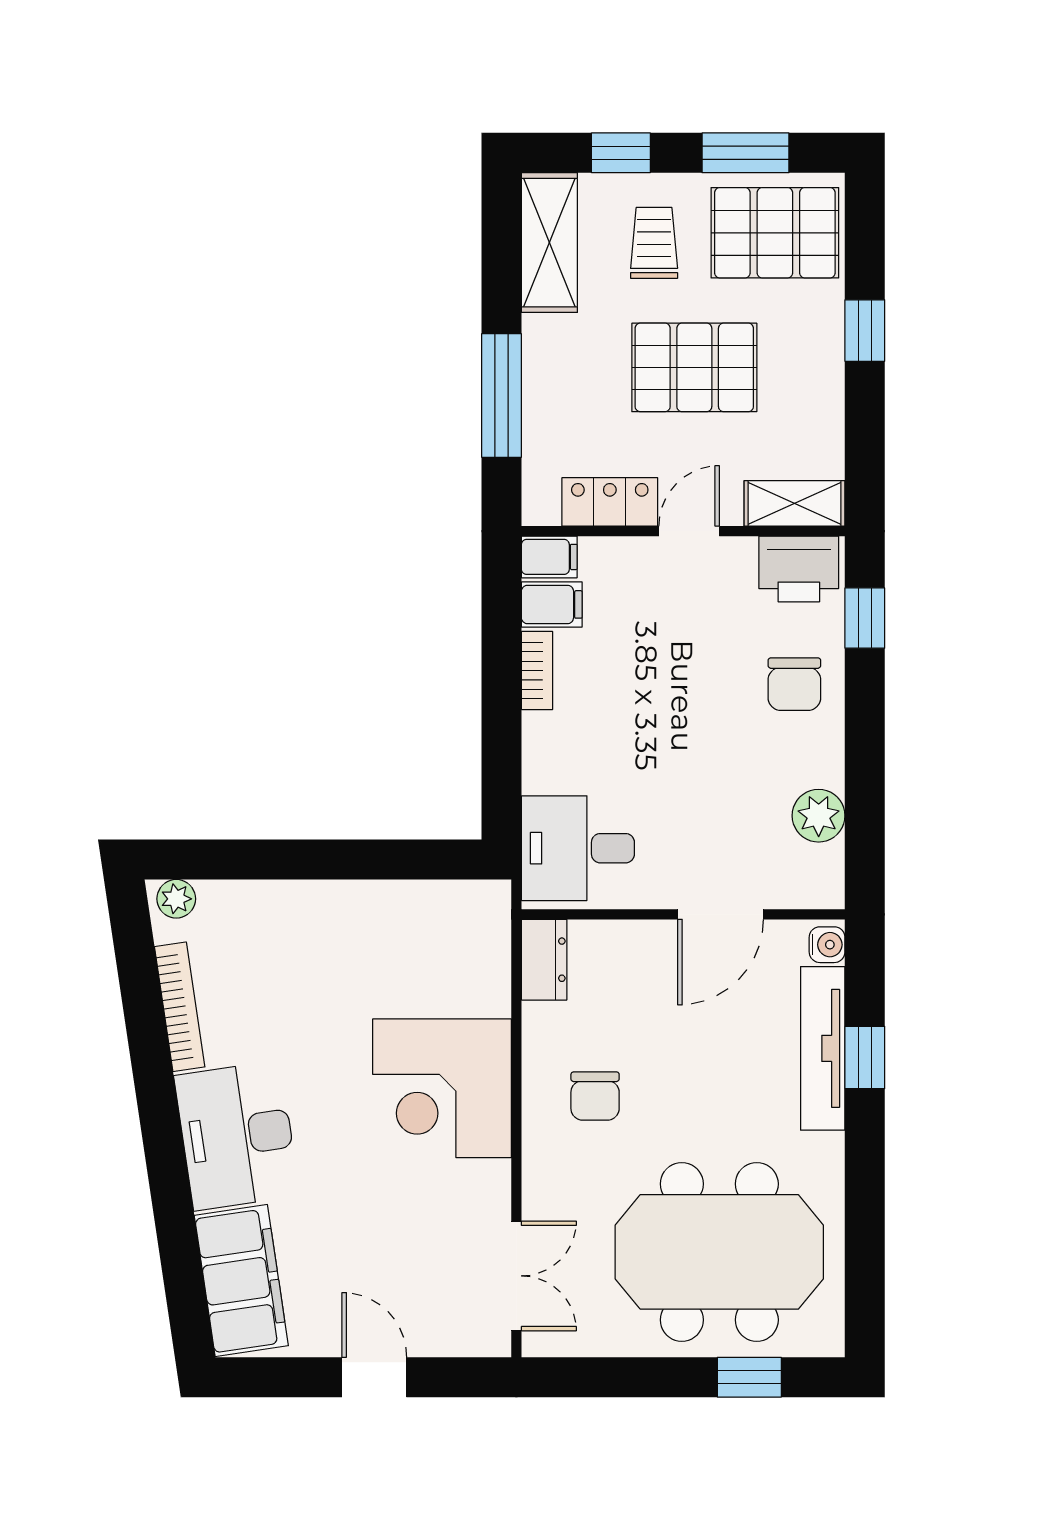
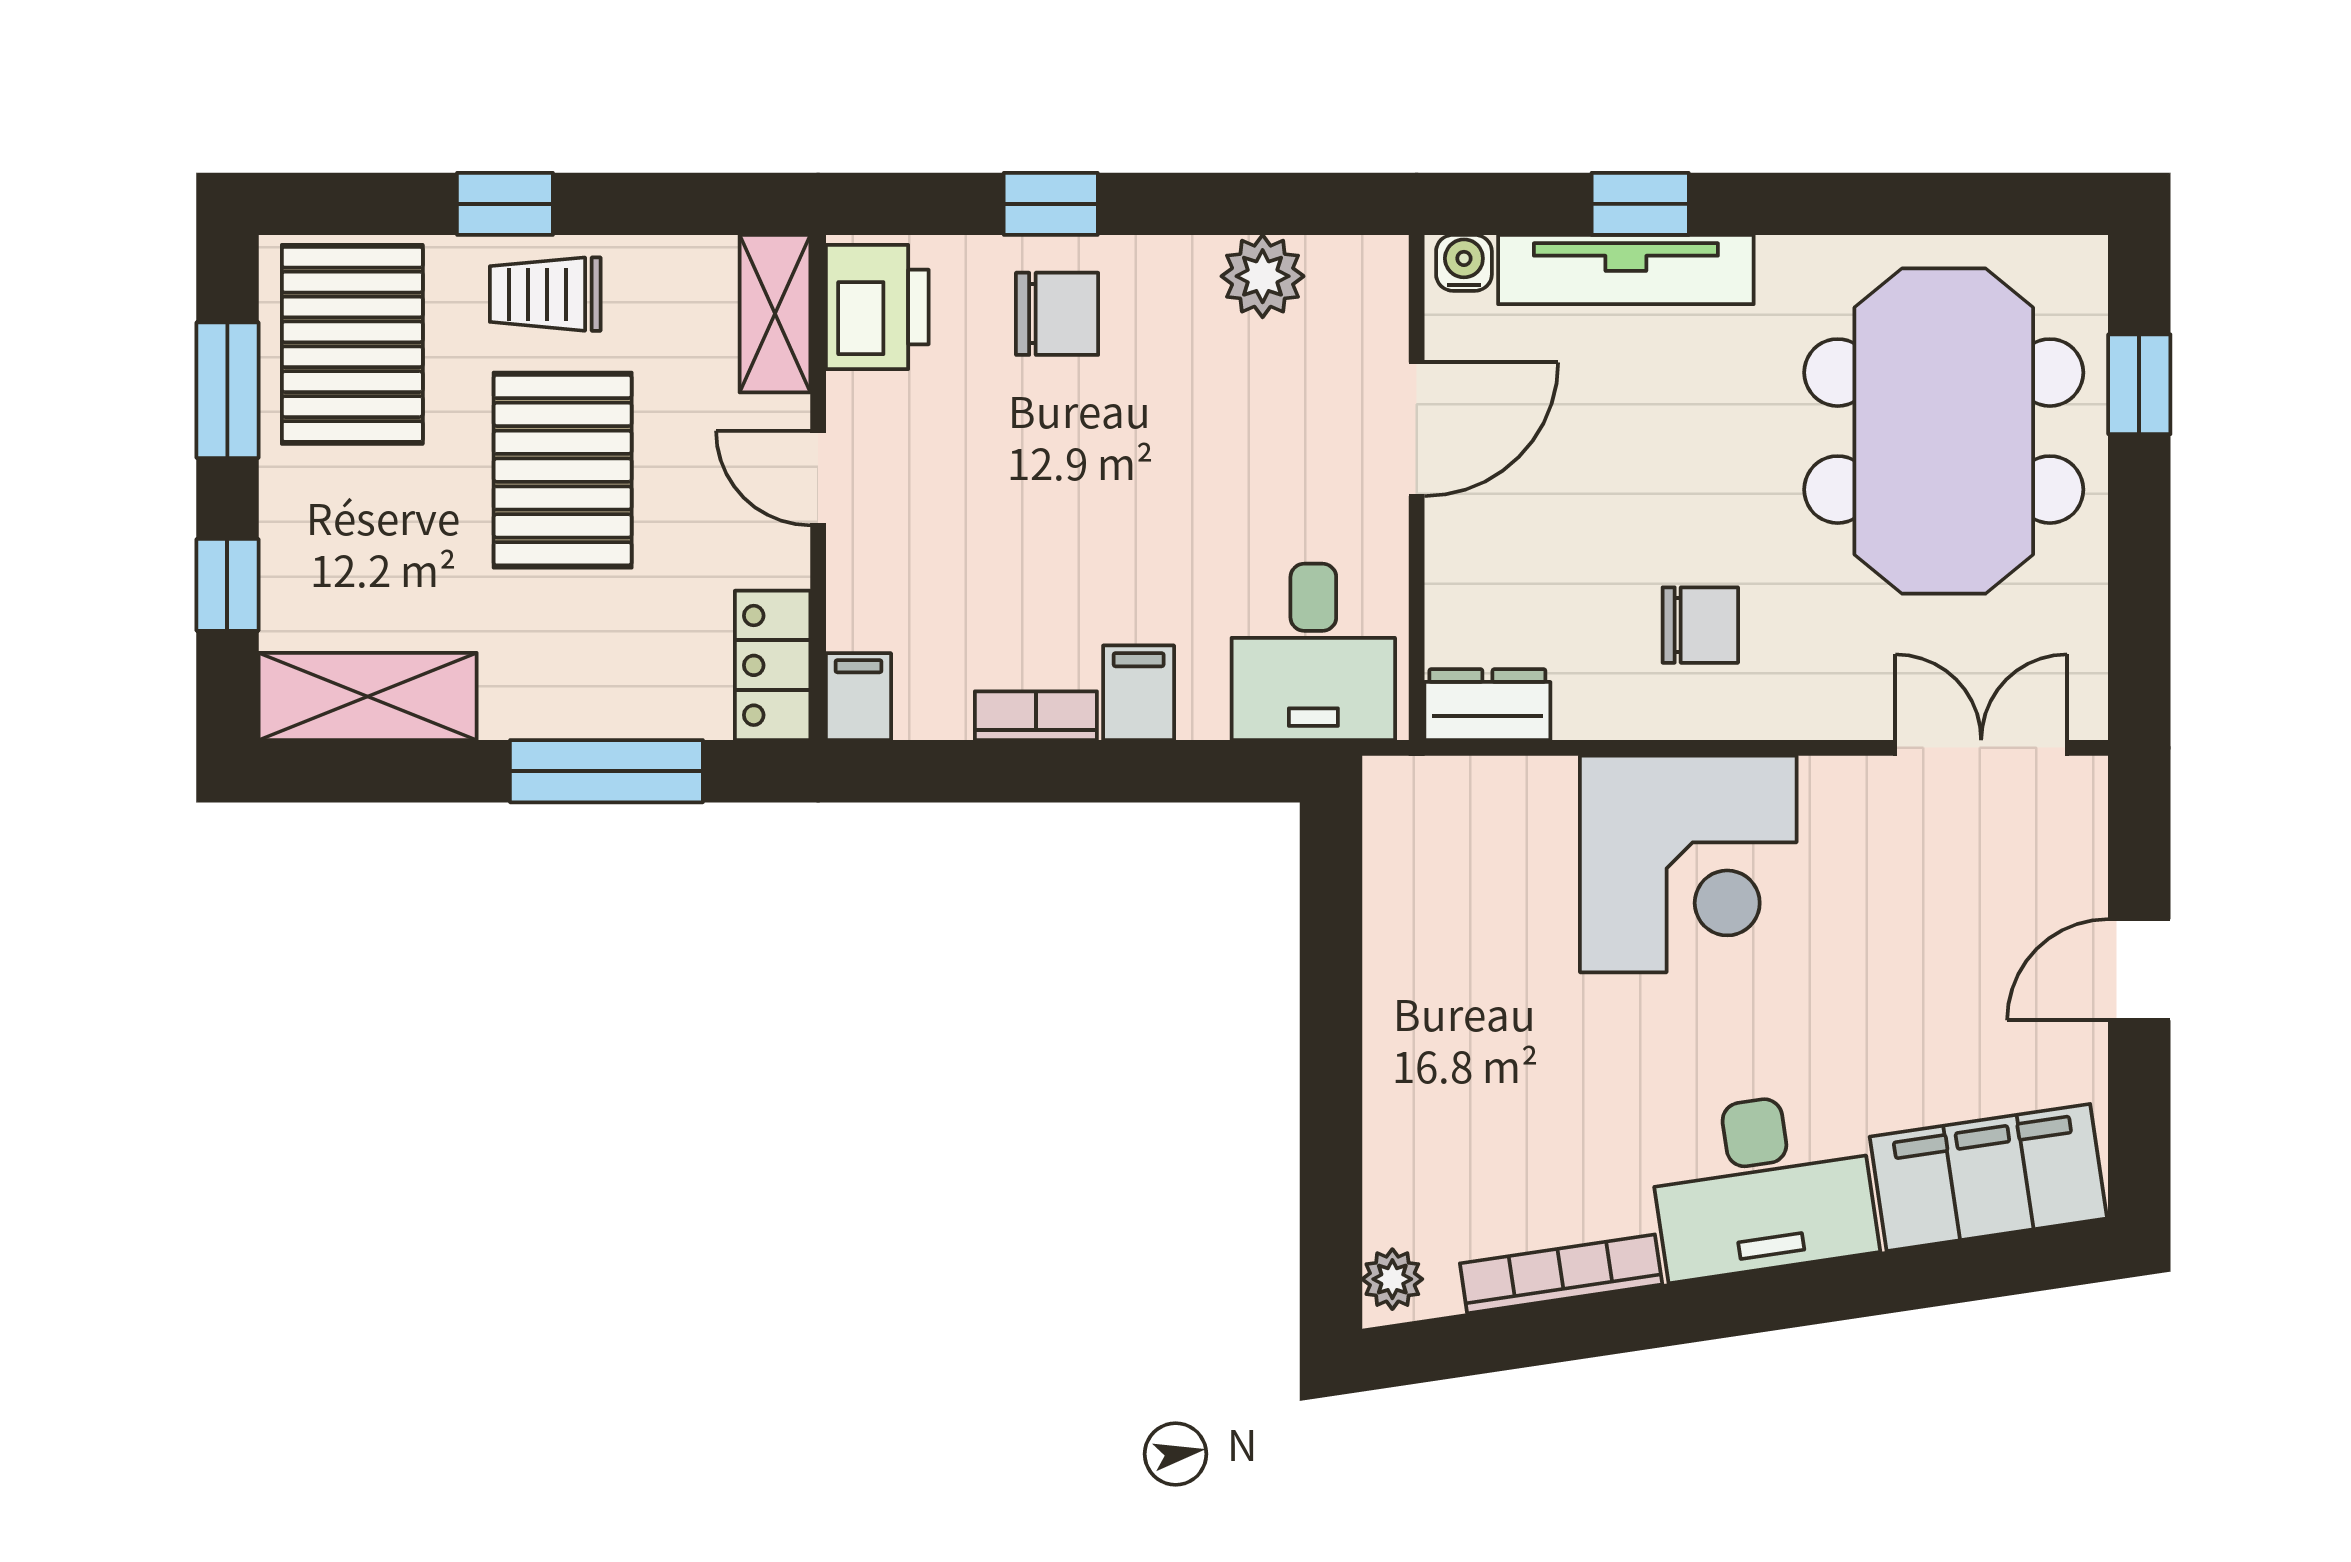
trolley: (654, 243) -> (545, 294), moved
locker: (610, 502) -> (773, 665), moved
filing cabinet: (552, 604) -> (1139, 693), moved
window: (865, 618) -> (1051, 204), moved
door: (721, 914) -> (1417, 429), hinge flipped

